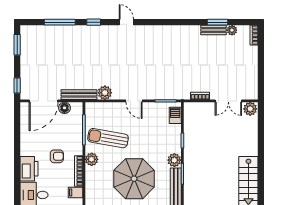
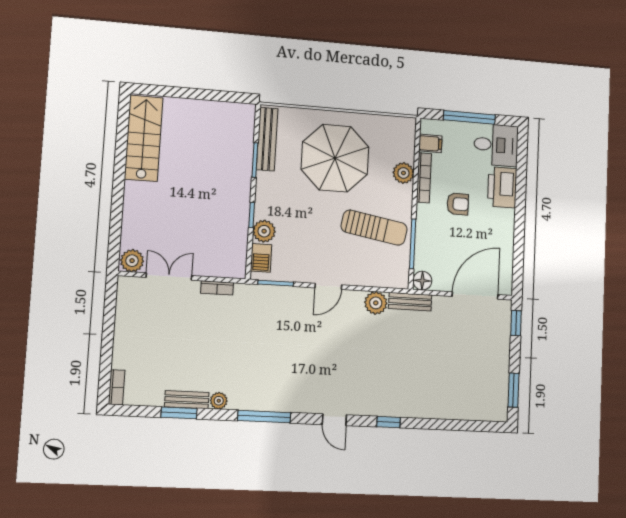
window: (60, 22) -> (264, 417), moved
plant: (232, 30) -> (219, 401), moved
bench: (79, 95) -> (410, 302), width x0.73
door: (134, 101) -> (328, 286), swing flipped
floor lamp: (64, 108) -> (422, 281), moved
armchair: (57, 156) -> (458, 204), turned 180
plant: (92, 159) -> (403, 173), moved
plant: (174, 160) -> (264, 231), moved

